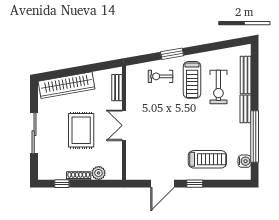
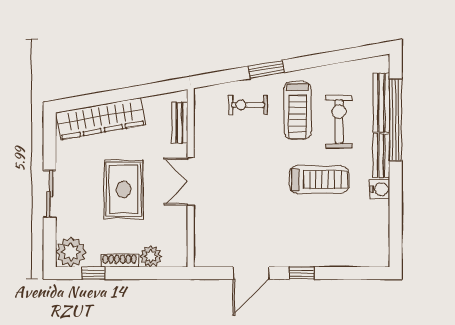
exercise bike: (218, 87) -> (339, 122), turned 180
sliding door: (34, 133) -> (50, 194), width x0.73
window: (255, 137) -> (396, 120), moved
treadmill: (207, 159) -> (319, 180), moved
water cooler: (245, 161) -> (380, 189), moved
plant: (48, 170) -> (71, 252), added

